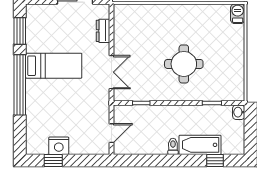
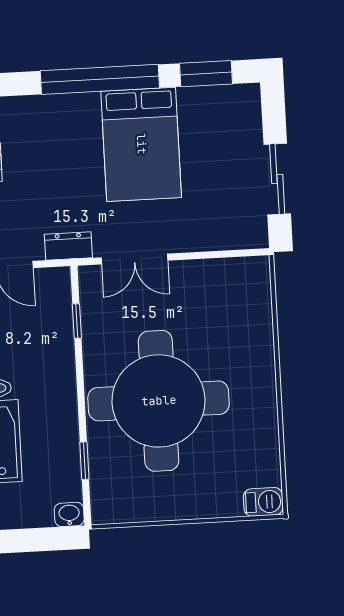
dresser: (103, 31) -> (68, 246), moved
round table: (184, 64) -> (159, 401), width x1.86, depth x1.86
bed: (54, 66) -> (141, 144), width x1.50

